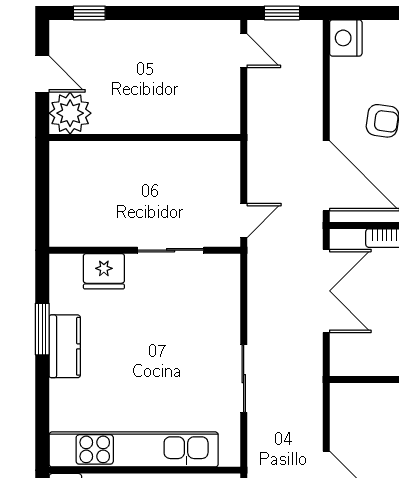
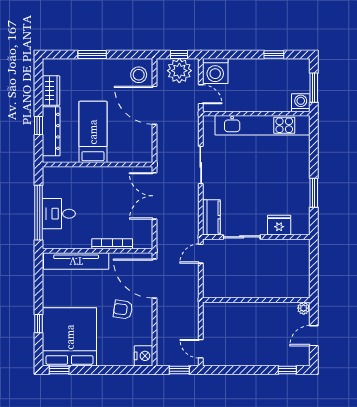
door: (42, 74) -> (314, 336), hinge flipped
plant: (70, 113) -> (304, 308), width x0.53, depth x0.53
double door: (326, 291) -> (154, 196), moved
kitchen counter: (65, 346) -> (211, 217), moved, turned 180

